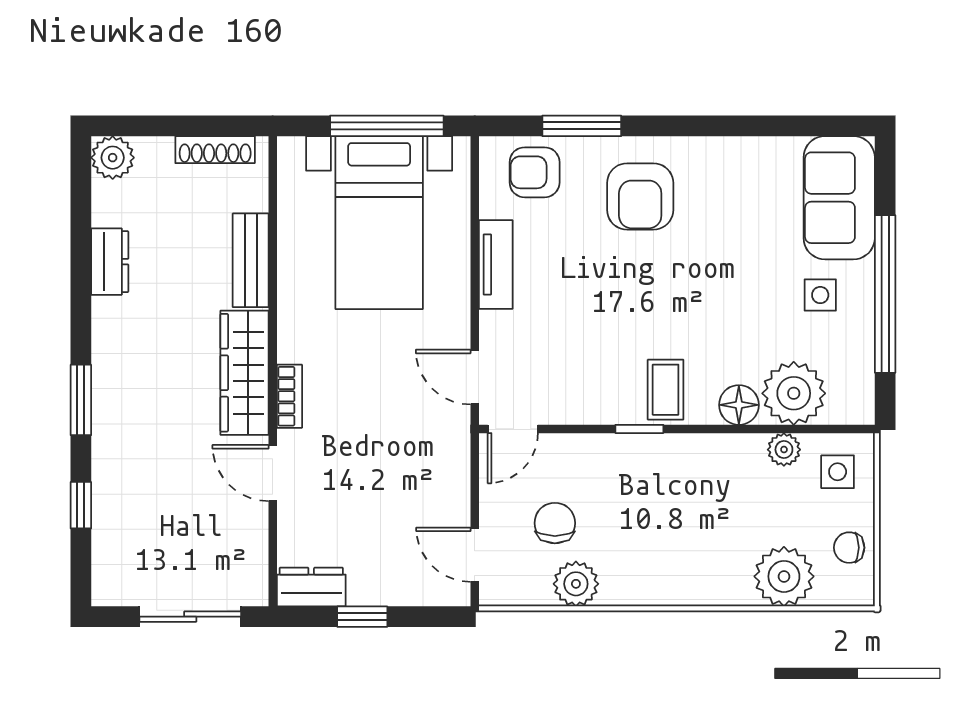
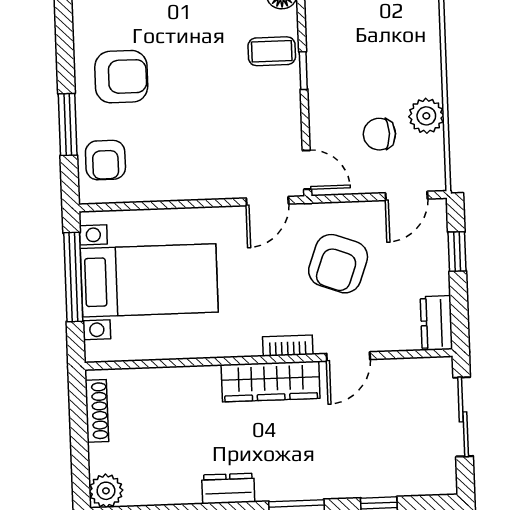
bench: (251, 260) -> (182, 380), removed
dresser: (110, 262) -> (228, 488), moved
tv unit: (496, 265) -> (179, 188), removed
armchair: (391, 464) -> (338, 264), added
window: (362, 617) -> (457, 252), moved

